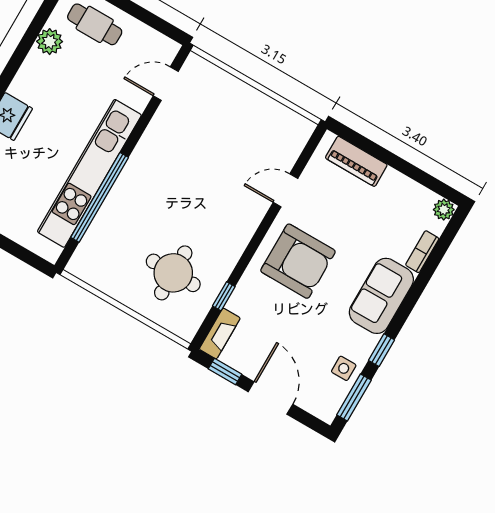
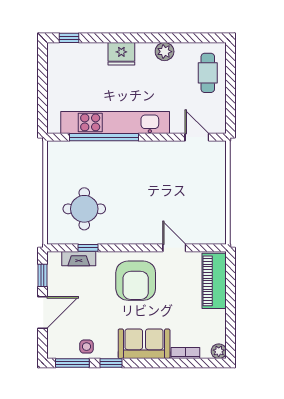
plant: (50, 42) -> (165, 52), moved
piano: (356, 161) -> (214, 281), width x1.37, depth x1.33
fireplace: (220, 334) -> (79, 259), moved

